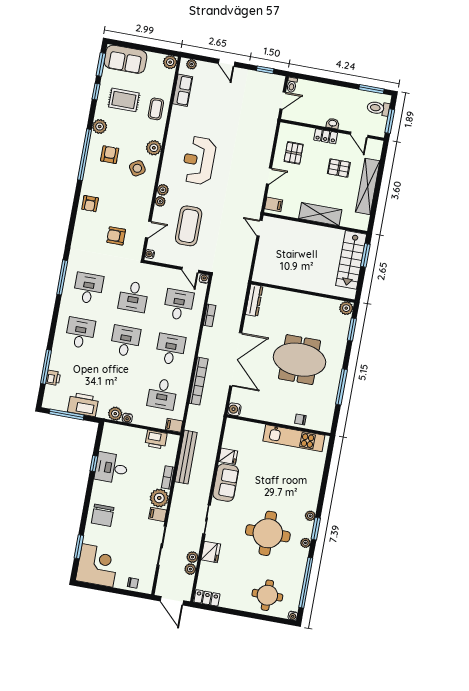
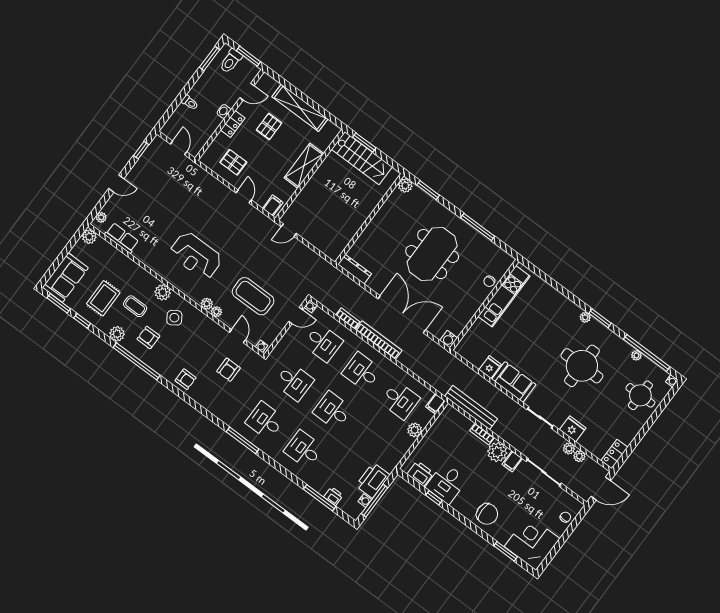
toilet: (292, 85) -> (190, 103), moved
coffee table: (156, 109) -> (135, 306), moved
desk: (179, 305) -> (323, 343), turned 180
bookcase: (199, 381) -> (379, 340), moved
plant: (115, 414) -> (415, 430), moved
water cooler: (127, 418) -> (365, 501), moved
printer: (156, 440) -> (420, 474), moved, turned -90
plant: (305, 543) -> (636, 355), moved

